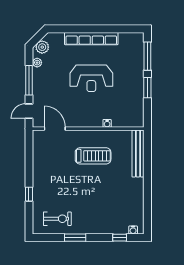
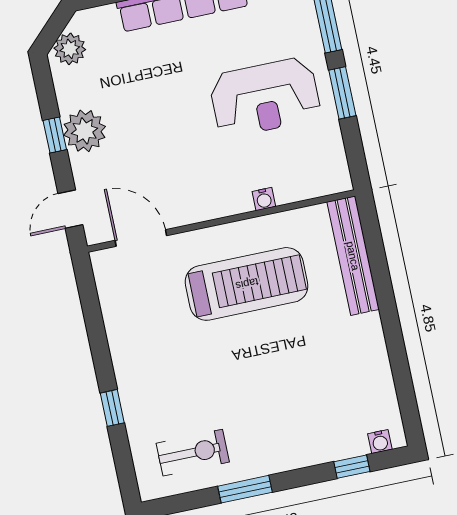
plant: (37, 63) -> (85, 131), moved, width x1.87, depth x1.87
reception desk: (91, 78) -> (265, 97), moved
window: (29, 80) -> (55, 135), width x0.46
treadmill: (93, 156) -> (247, 284), width x1.37, depth x1.38

